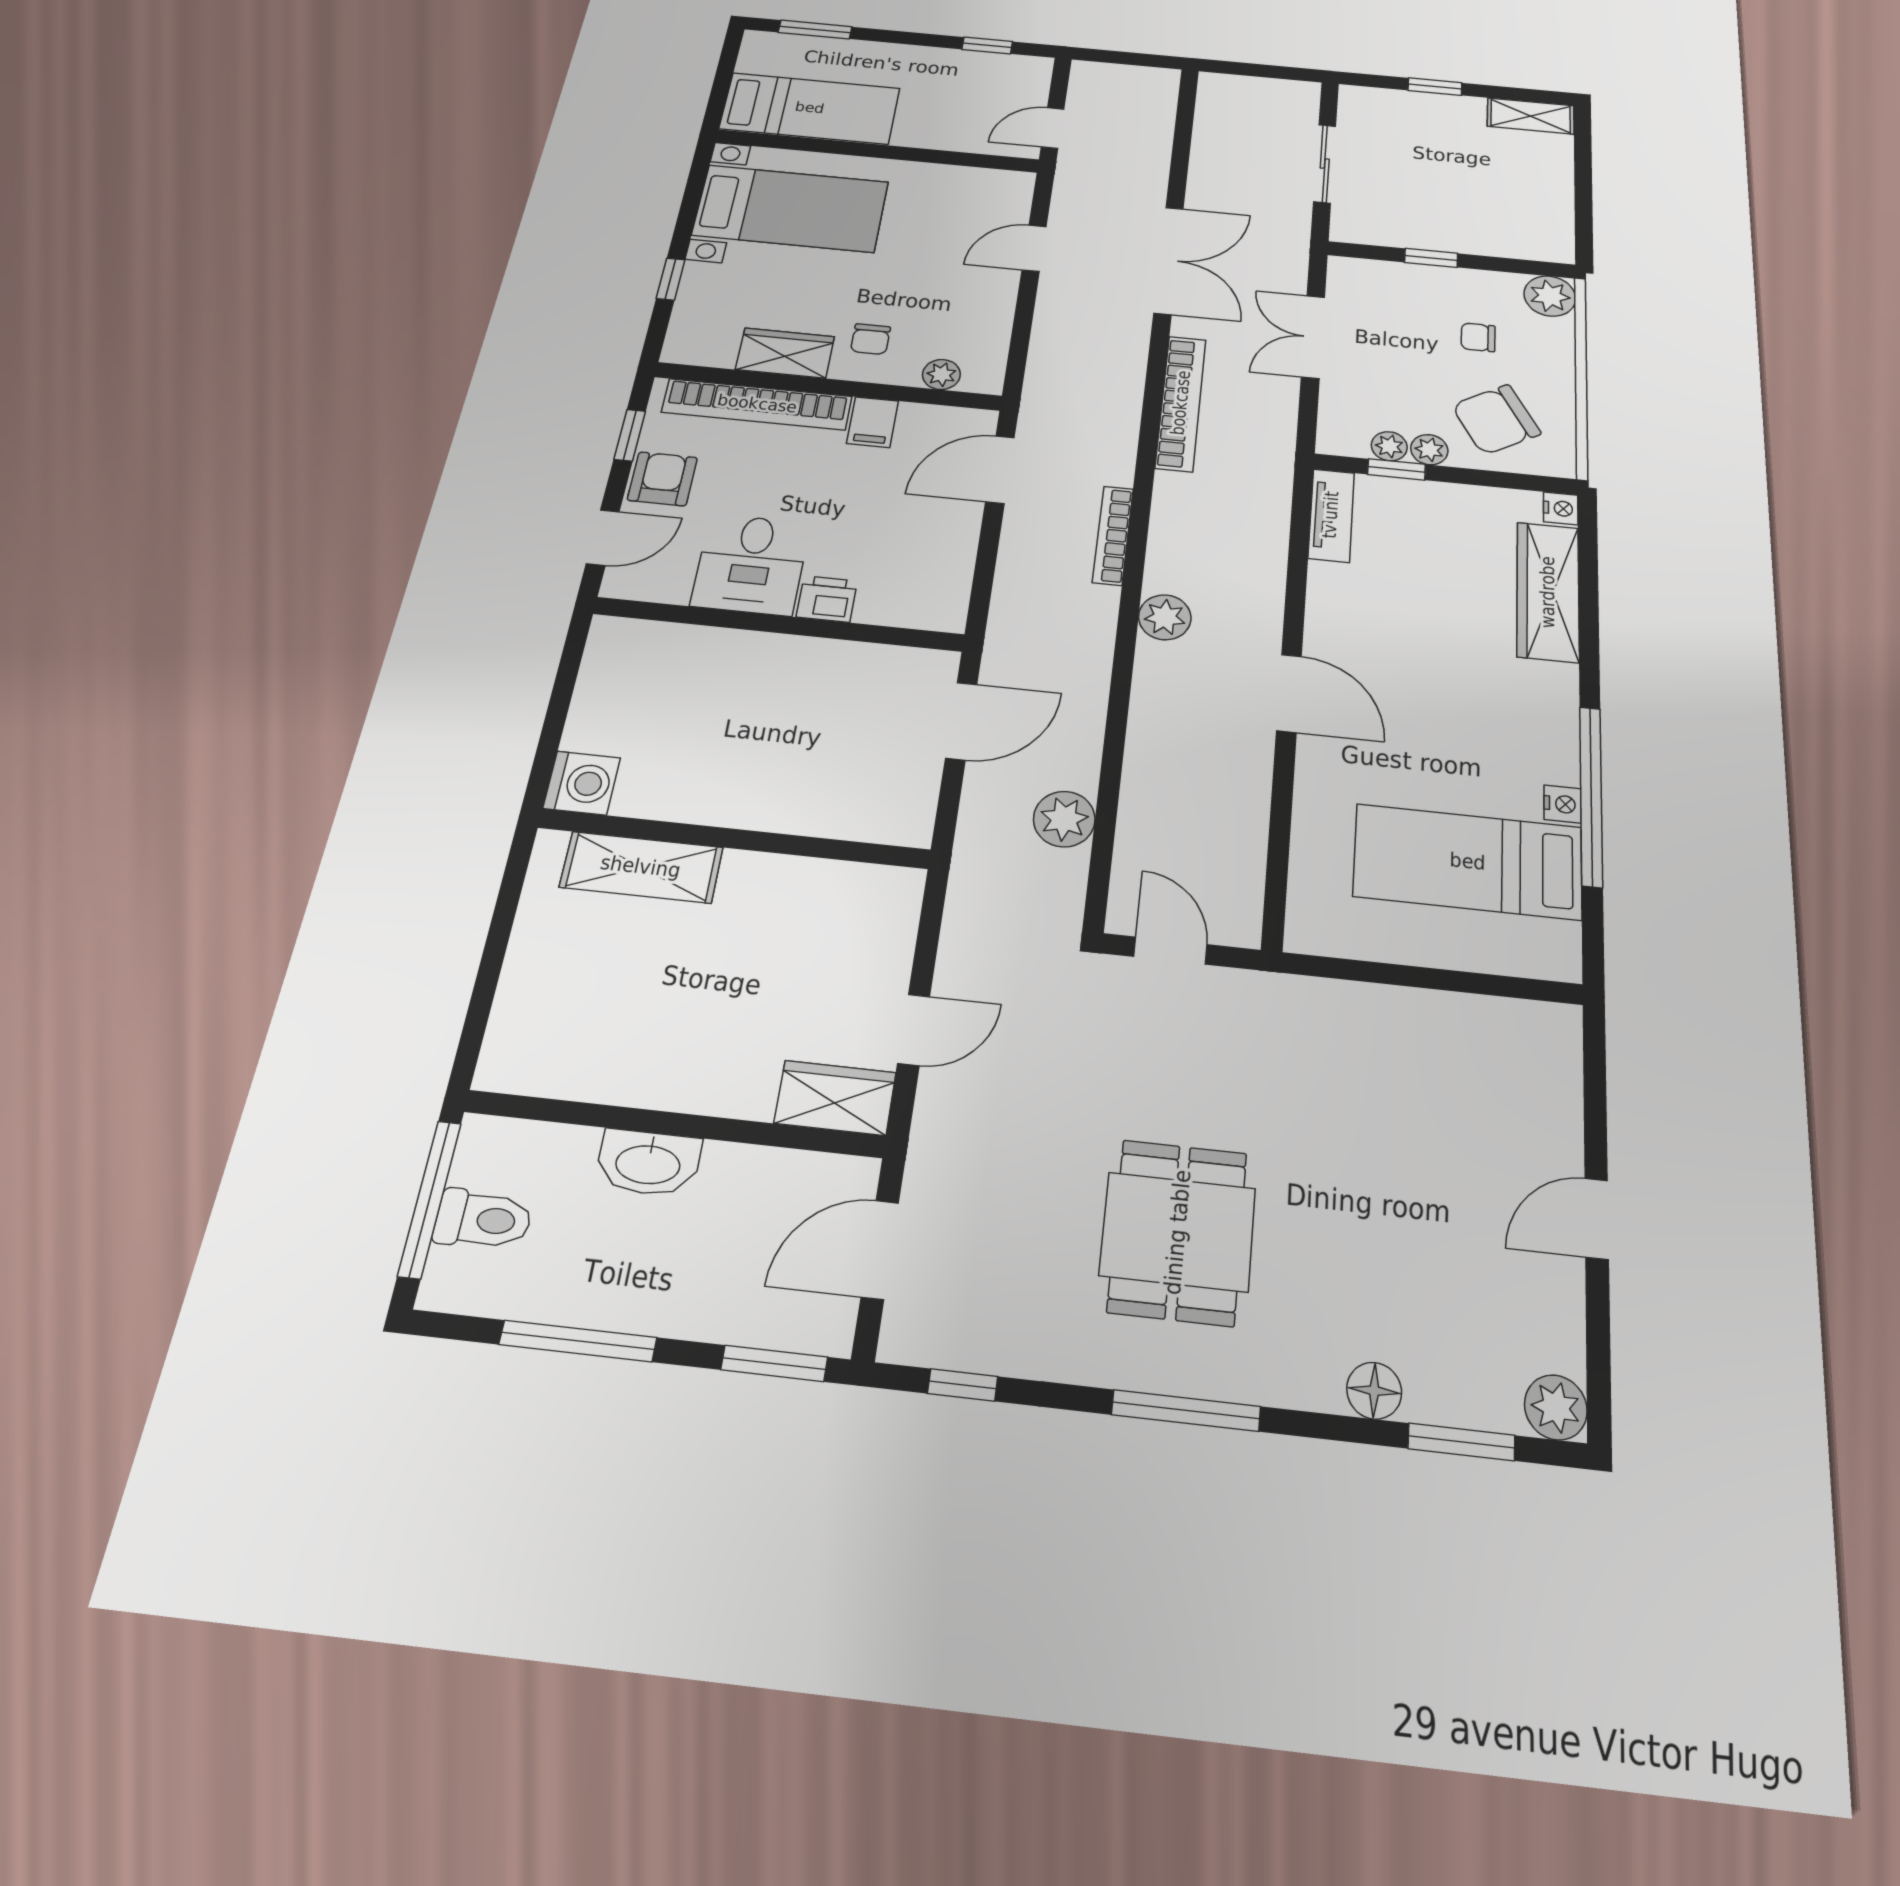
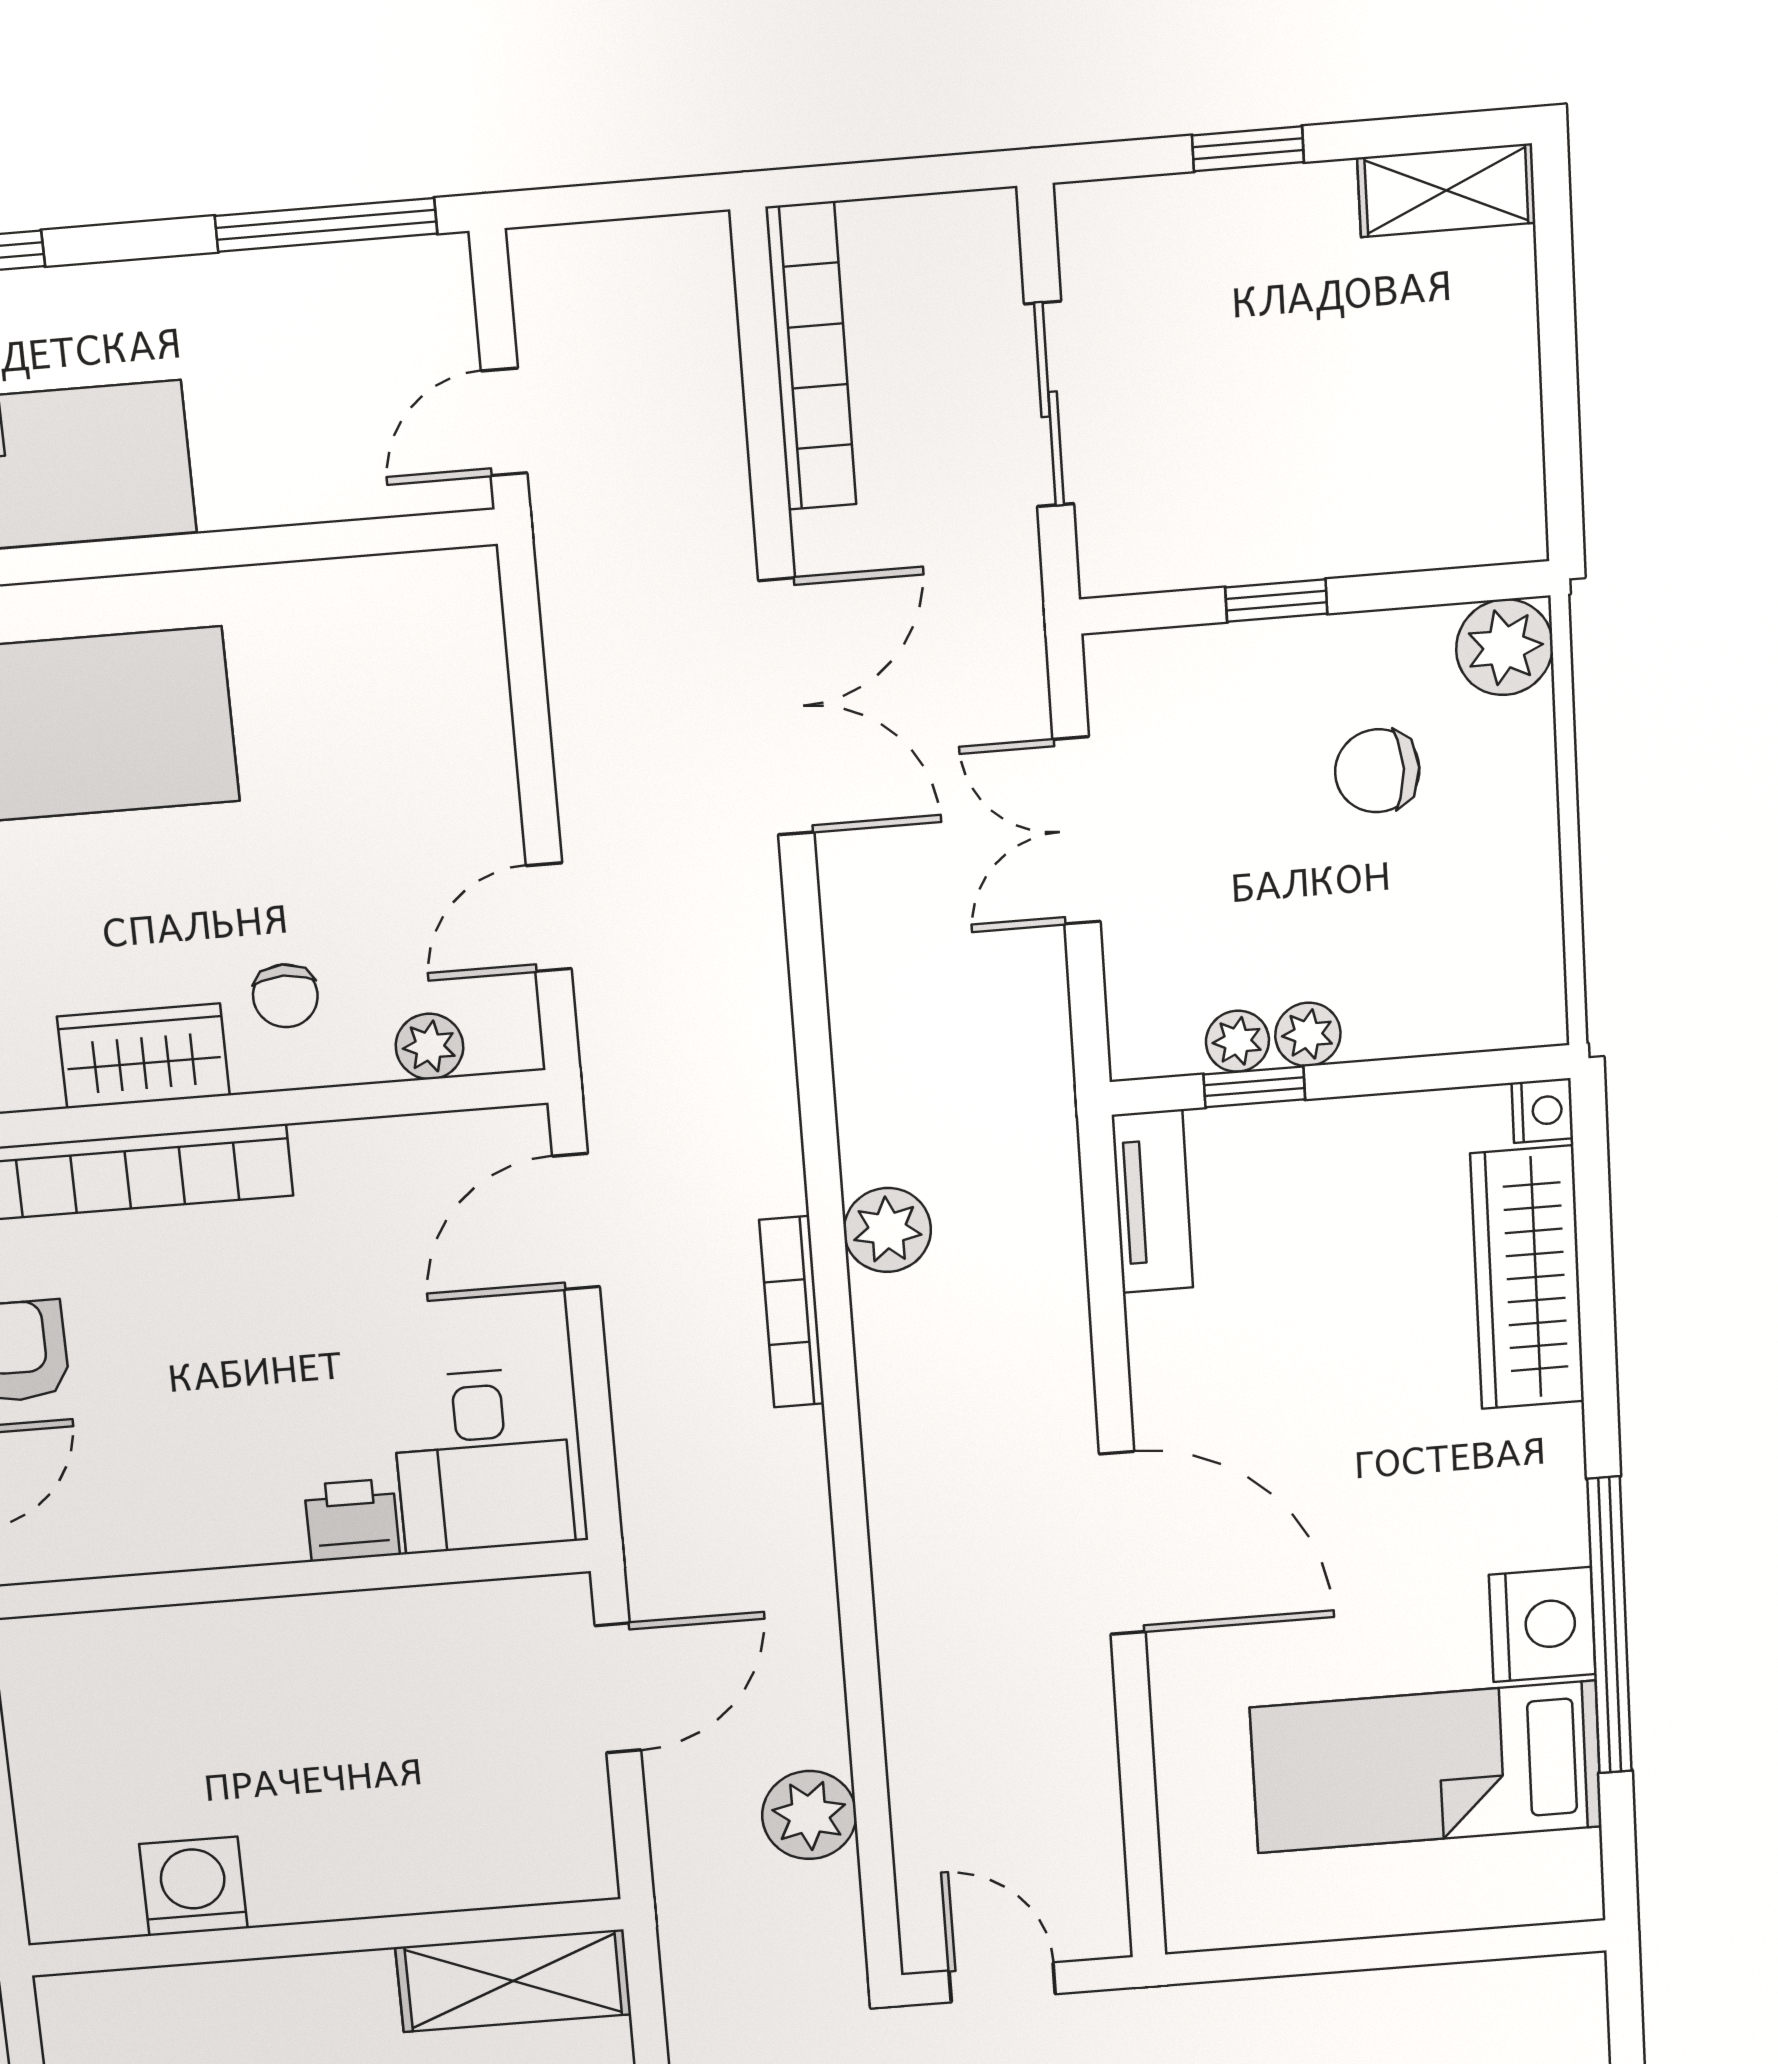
window: (987, 45) -> (326, 225), width x2.17
door: (1034, 248) -> (549, 917), moved
chair: (1478, 337) -> (1377, 771), width x1.37, depth x1.37
bookcase: (1181, 403) -> (811, 356), moved
chair: (1496, 420) -> (1421, 947), removed
filing cabinet: (873, 422) -> (336, 1169), removed
desk: (751, 564) -> (483, 1460), moved
plant: (1165, 617) -> (887, 1230), moved
door: (1289, 693) -> (1122, 1543), width x1.36
washing machine: (582, 783) -> (193, 1886), moved, turned -90
nightstand: (1562, 804) -> (1542, 1624), width x1.89, depth x1.79
shelving: (641, 867) -> (513, 1981), moved

